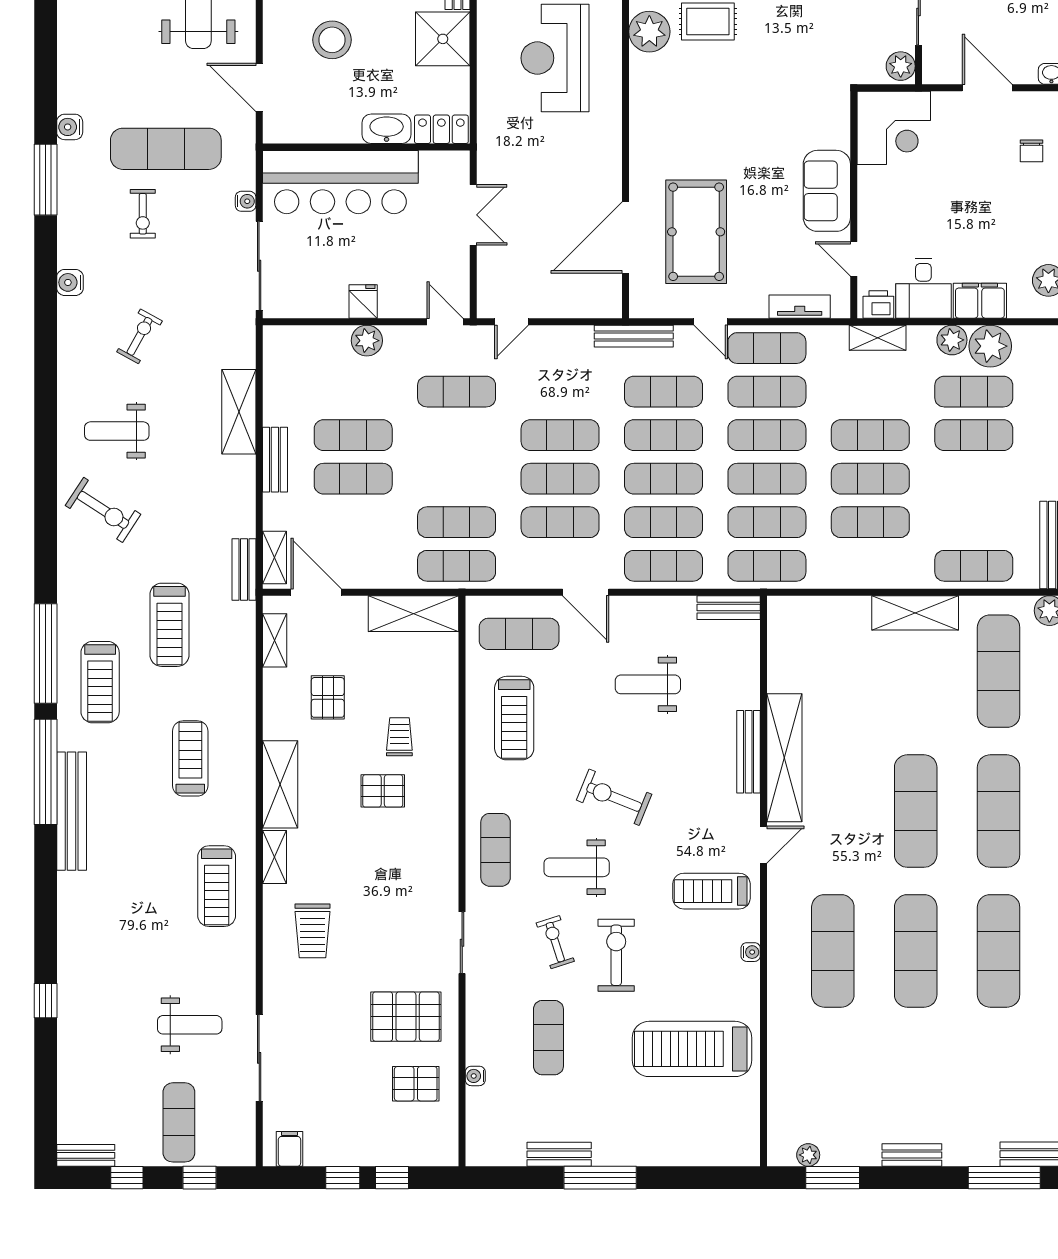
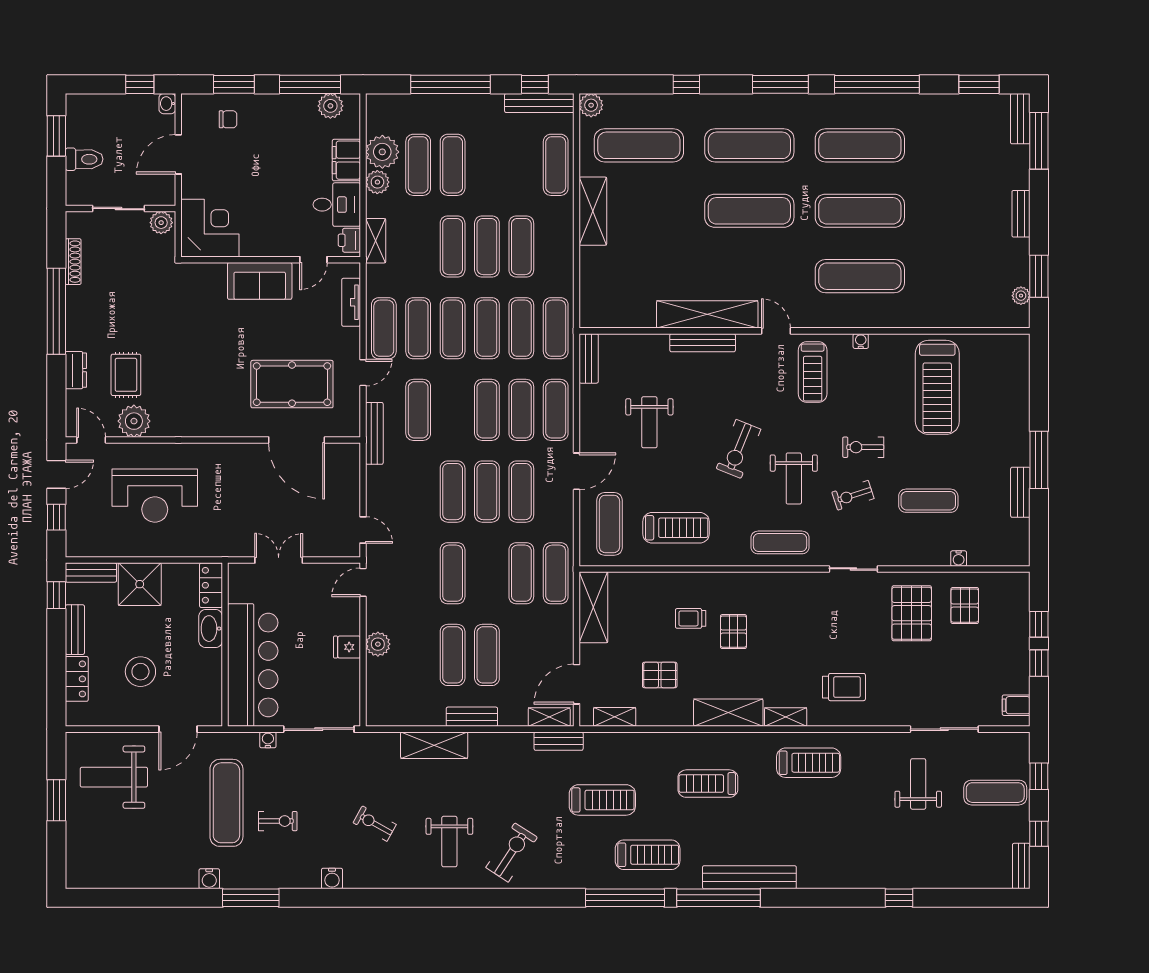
exercise mat: (457, 392) -> (453, 573), moved
exercise mat: (663, 435) -> (453, 410), removed
exercise bike: (616, 955) -> (863, 447), width x0.73, depth x0.72

